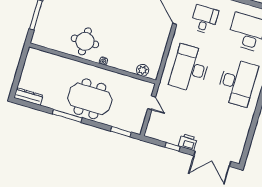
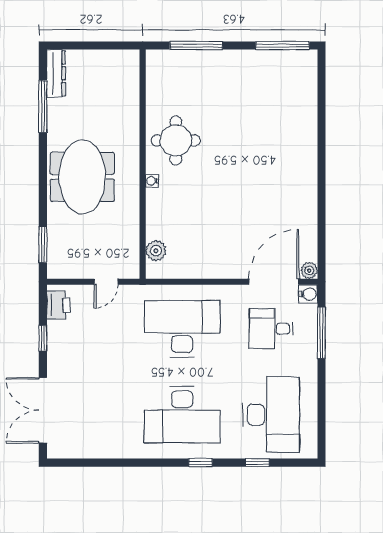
desk: (204, 19) -> (271, 329), turned 180
window: (67, 116) -> (43, 107), moved
printer: (188, 142) -> (58, 305), moved

